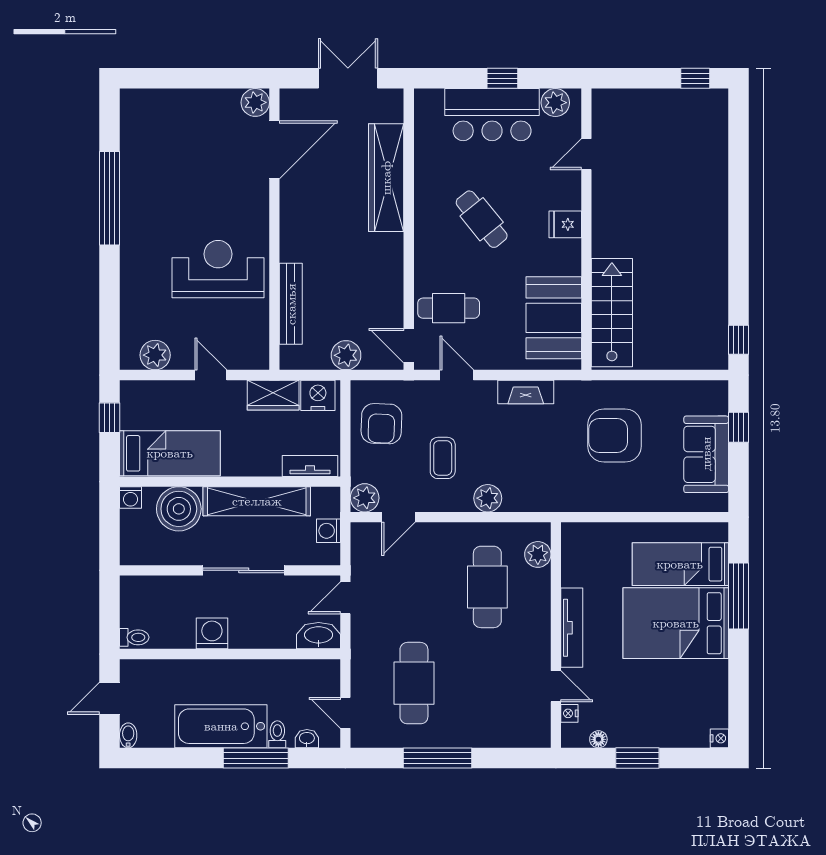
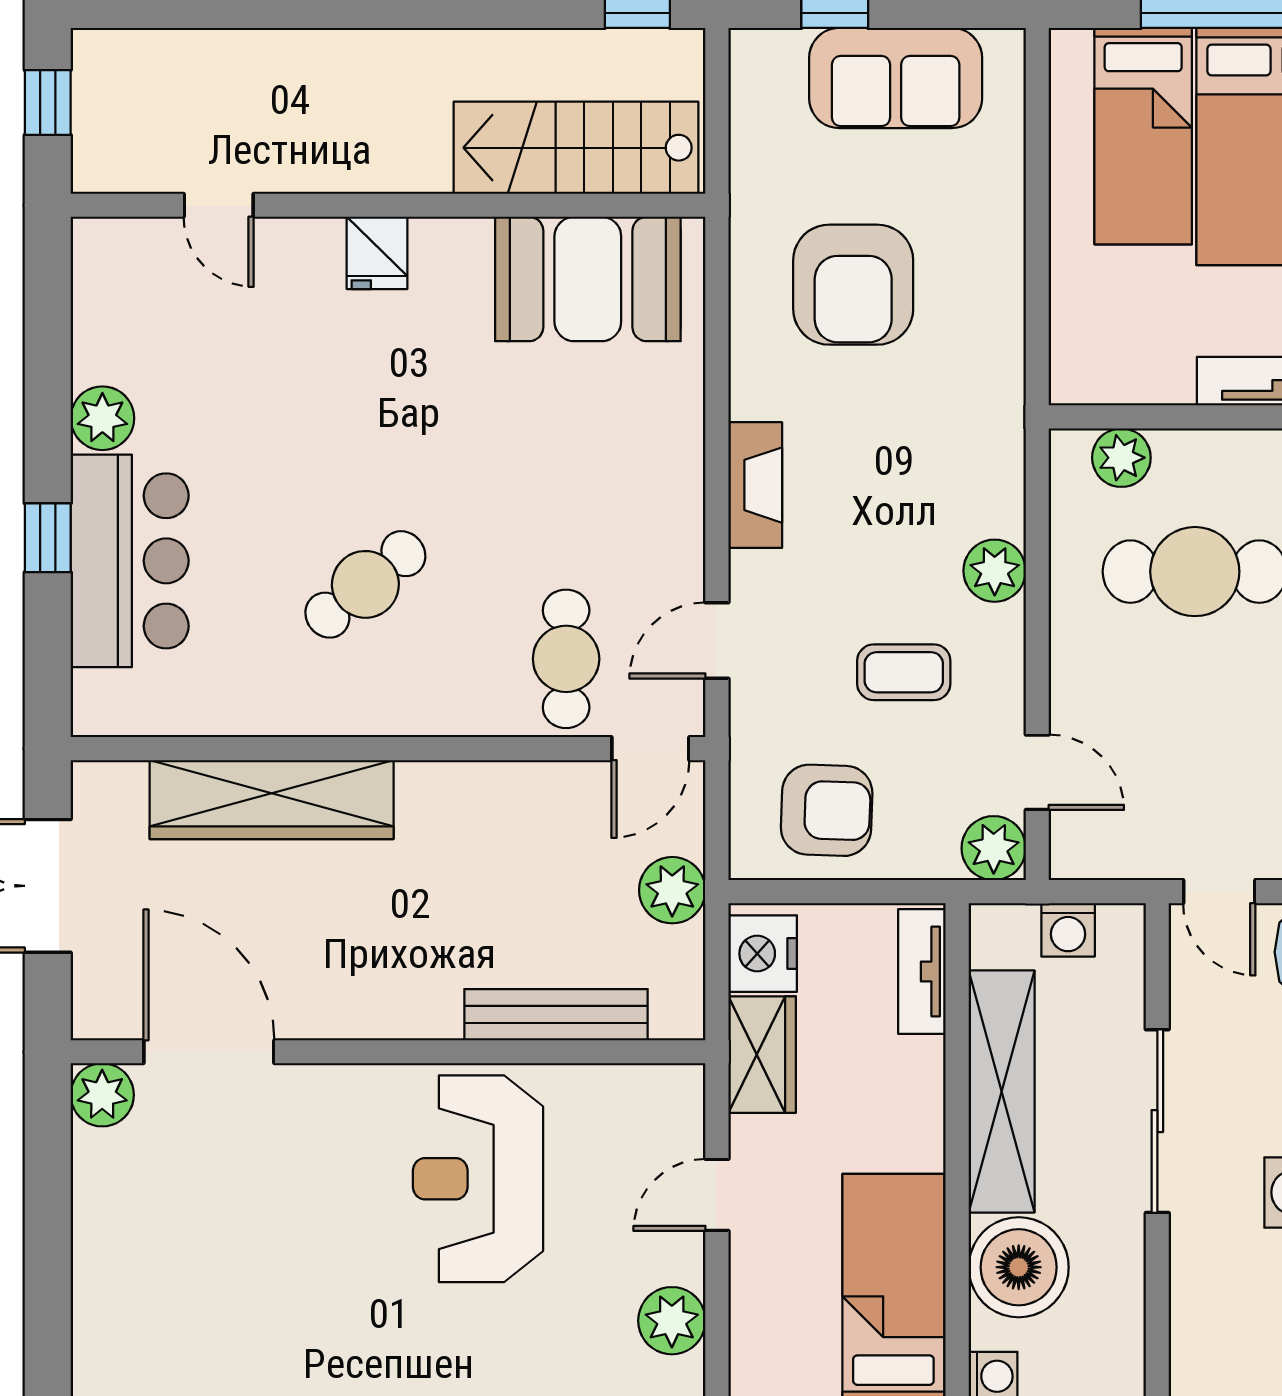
door: (586, 154) -> (219, 205), moved
fridge: (565, 224) -> (377, 253), moved
wall: (586, 229) -> (388, 205), moved
stairs: (612, 313) -> (576, 148), moved
booth: (554, 318) -> (588, 279), moved

